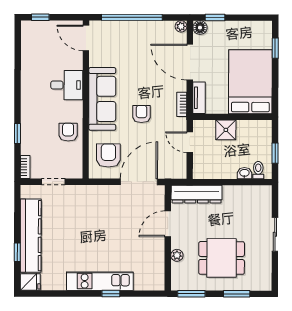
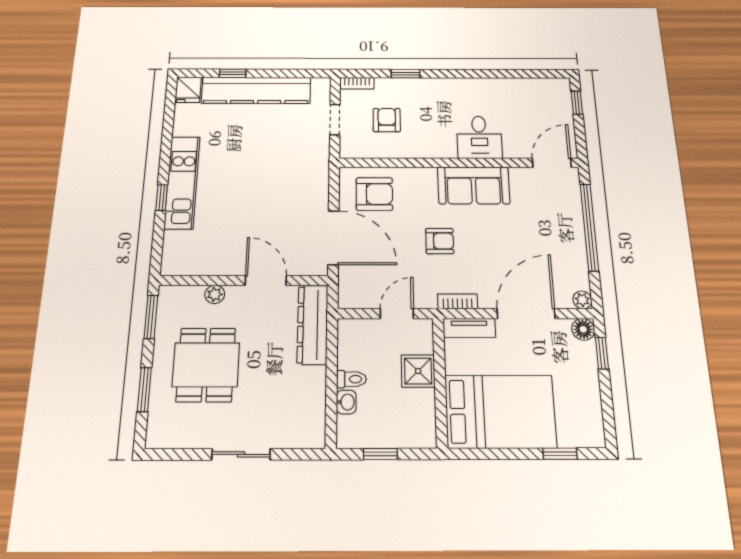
sofa: (102, 99) -> (474, 185), width x0.73
armchair: (68, 132) -> (387, 120), moved, turned -90
toilet: (258, 170) -> (351, 379), moved

